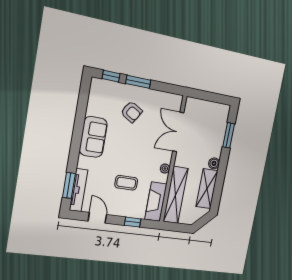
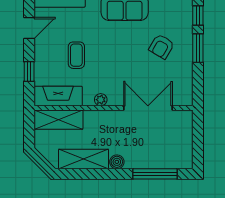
window: (229, 135) -> (155, 174), width x1.44
shelving: (176, 195) -> (58, 120), width x0.68

